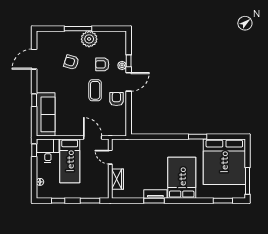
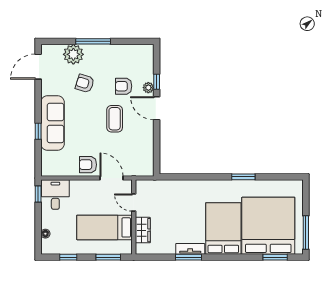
plant: (89, 39) -> (73, 54), moved
door: (34, 59) -> (38, 67), moved
door: (129, 82) -> (157, 108), swing flipped
armchair: (116, 99) -> (88, 165), moved, turned -90
sofa: (46, 114) -> (52, 123), moved
bed: (70, 161) -> (104, 227), moved, turned 90
bed: (224, 162) -> (268, 226), moved, turned 180

